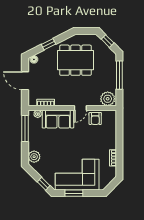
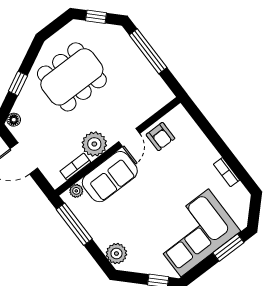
plant: (108, 99) -> (94, 144), moved
window: (74, 193) -> (228, 248), moved

